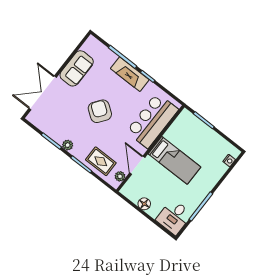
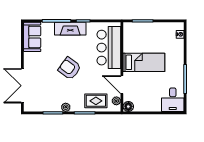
sofa: (77, 68) -> (32, 37), moved
floor lamp: (144, 204) -> (128, 107), moved

